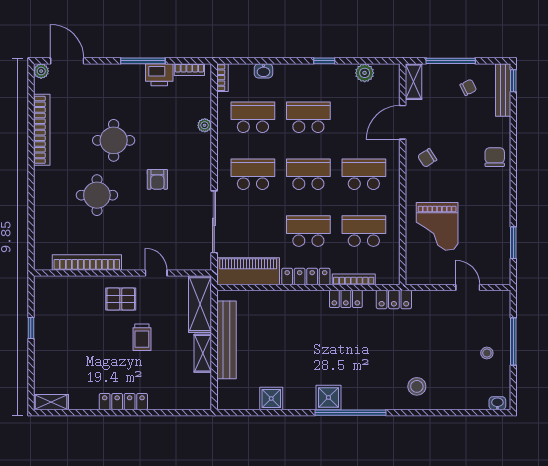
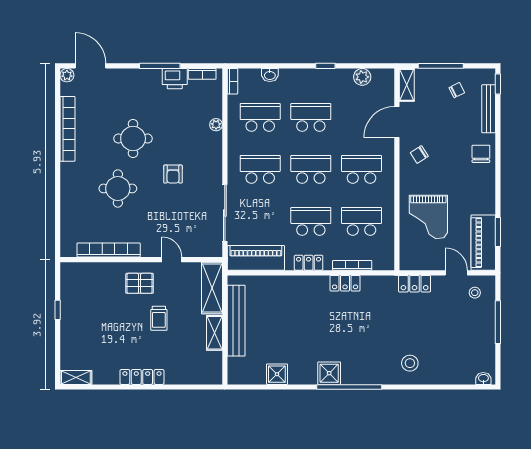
bench: (503, 90) -> (489, 109), moved
piano: (497, 254) -> (483, 243), added
locker: (306, 276) -> (309, 263), width x0.66
locker: (394, 299) -> (415, 284), moved
stool: (487, 353) -> (475, 293), moved

